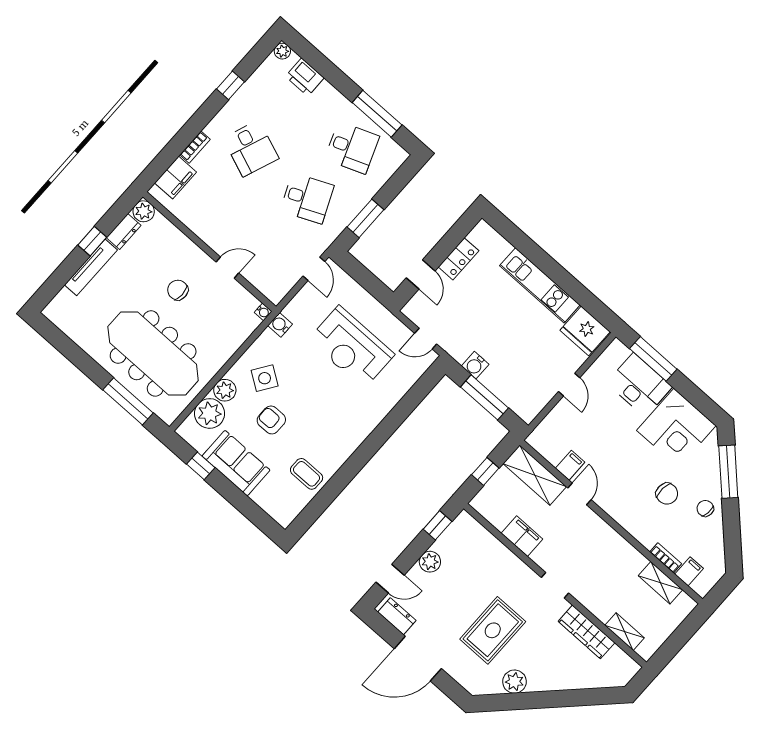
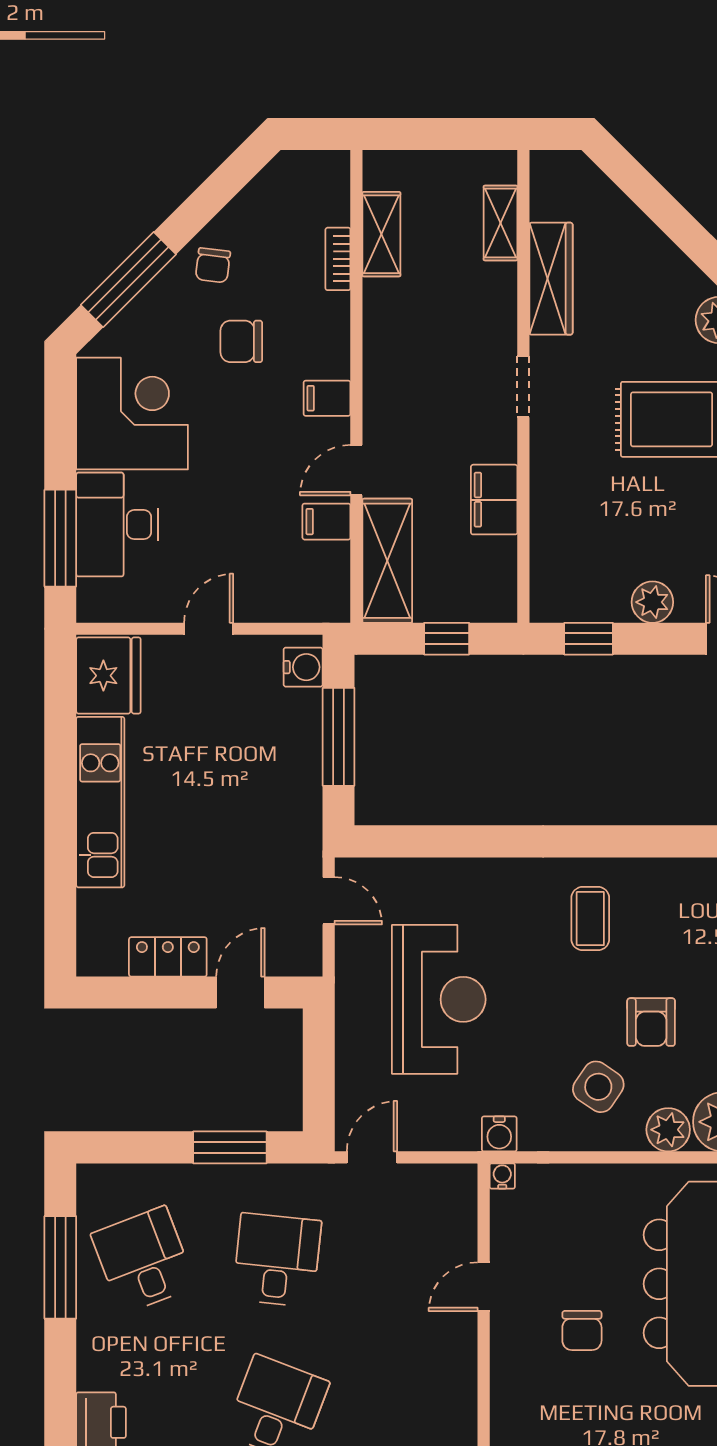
desk: (307, 198) -> (277, 1260), turned 30
door: (227, 268) -> (484, 1287), hinge flipped
water cooler: (475, 365) -> (303, 667), moved
coffee table: (307, 474) -> (590, 919), moved
chair: (667, 494) -> (241, 341), turned -94
filing cabinet: (689, 571) -> (327, 398), moved

